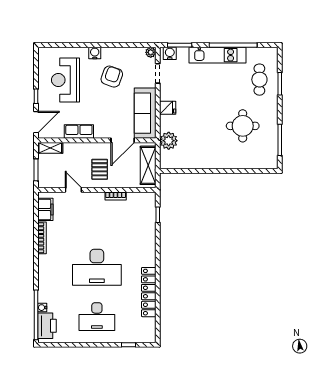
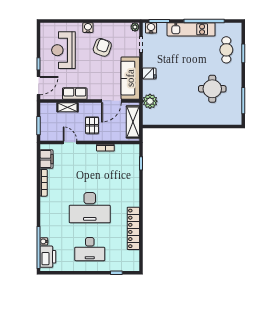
shelving: (50, 148) -> (67, 107), moved

